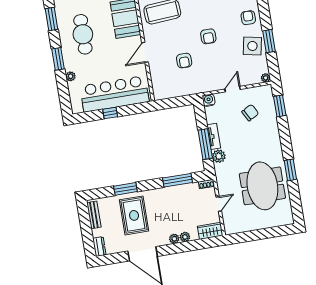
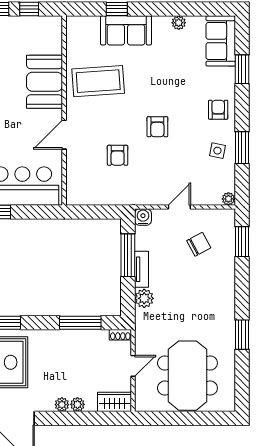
side table: (252, 46) -> (217, 151), width x0.54, depth x0.54
window: (205, 144) -> (128, 255), moved
meeting table: (262, 186) -> (187, 376), moved

